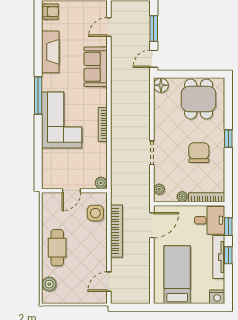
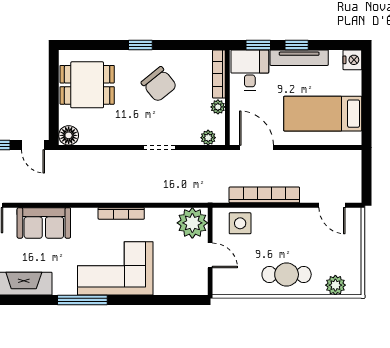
chair: (199, 153) -> (159, 84), turned -129
plant: (101, 183) -> (192, 223), width x1.87, depth x1.87

